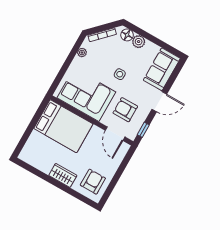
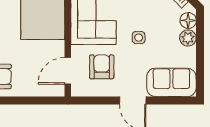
window: (143, 130) -> (90, 101), removed

